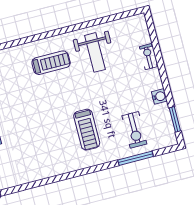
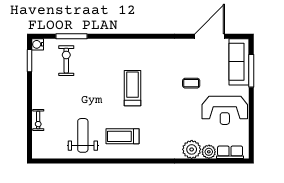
water cooler: (159, 96) -> (38, 44), moved
treadmill: (87, 130) -> (132, 88), moved

